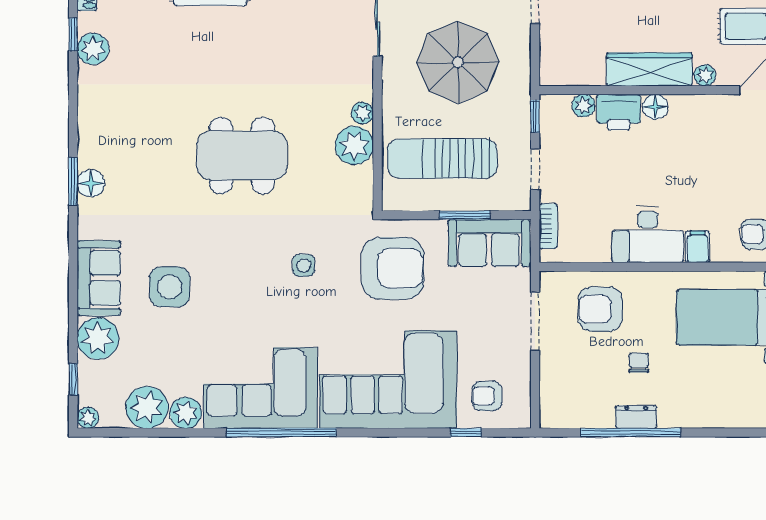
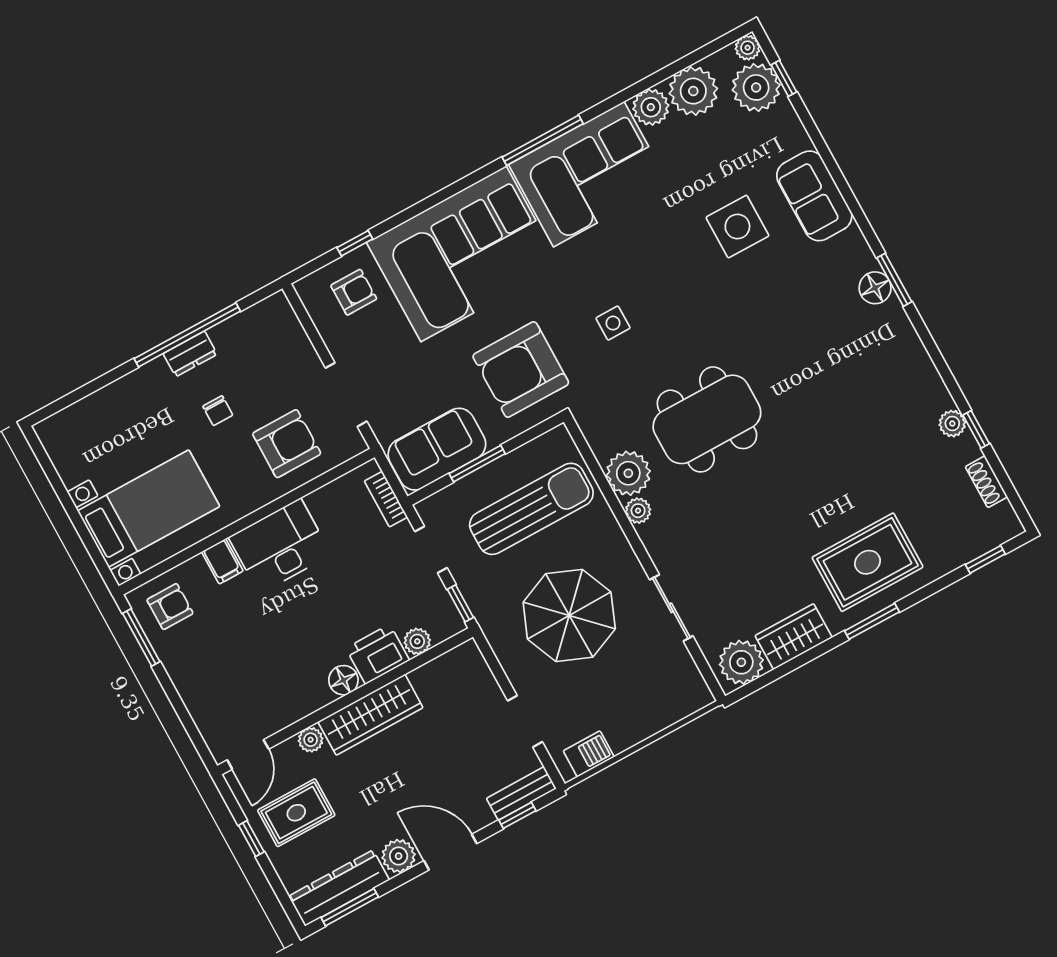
plant: (93, 49) -> (952, 424), width x0.73, depth x0.73
dining table: (242, 156) -> (707, 419), moved
plant: (98, 338) -> (756, 87), moved
window: (281, 433) -> (543, 140), width x0.68

